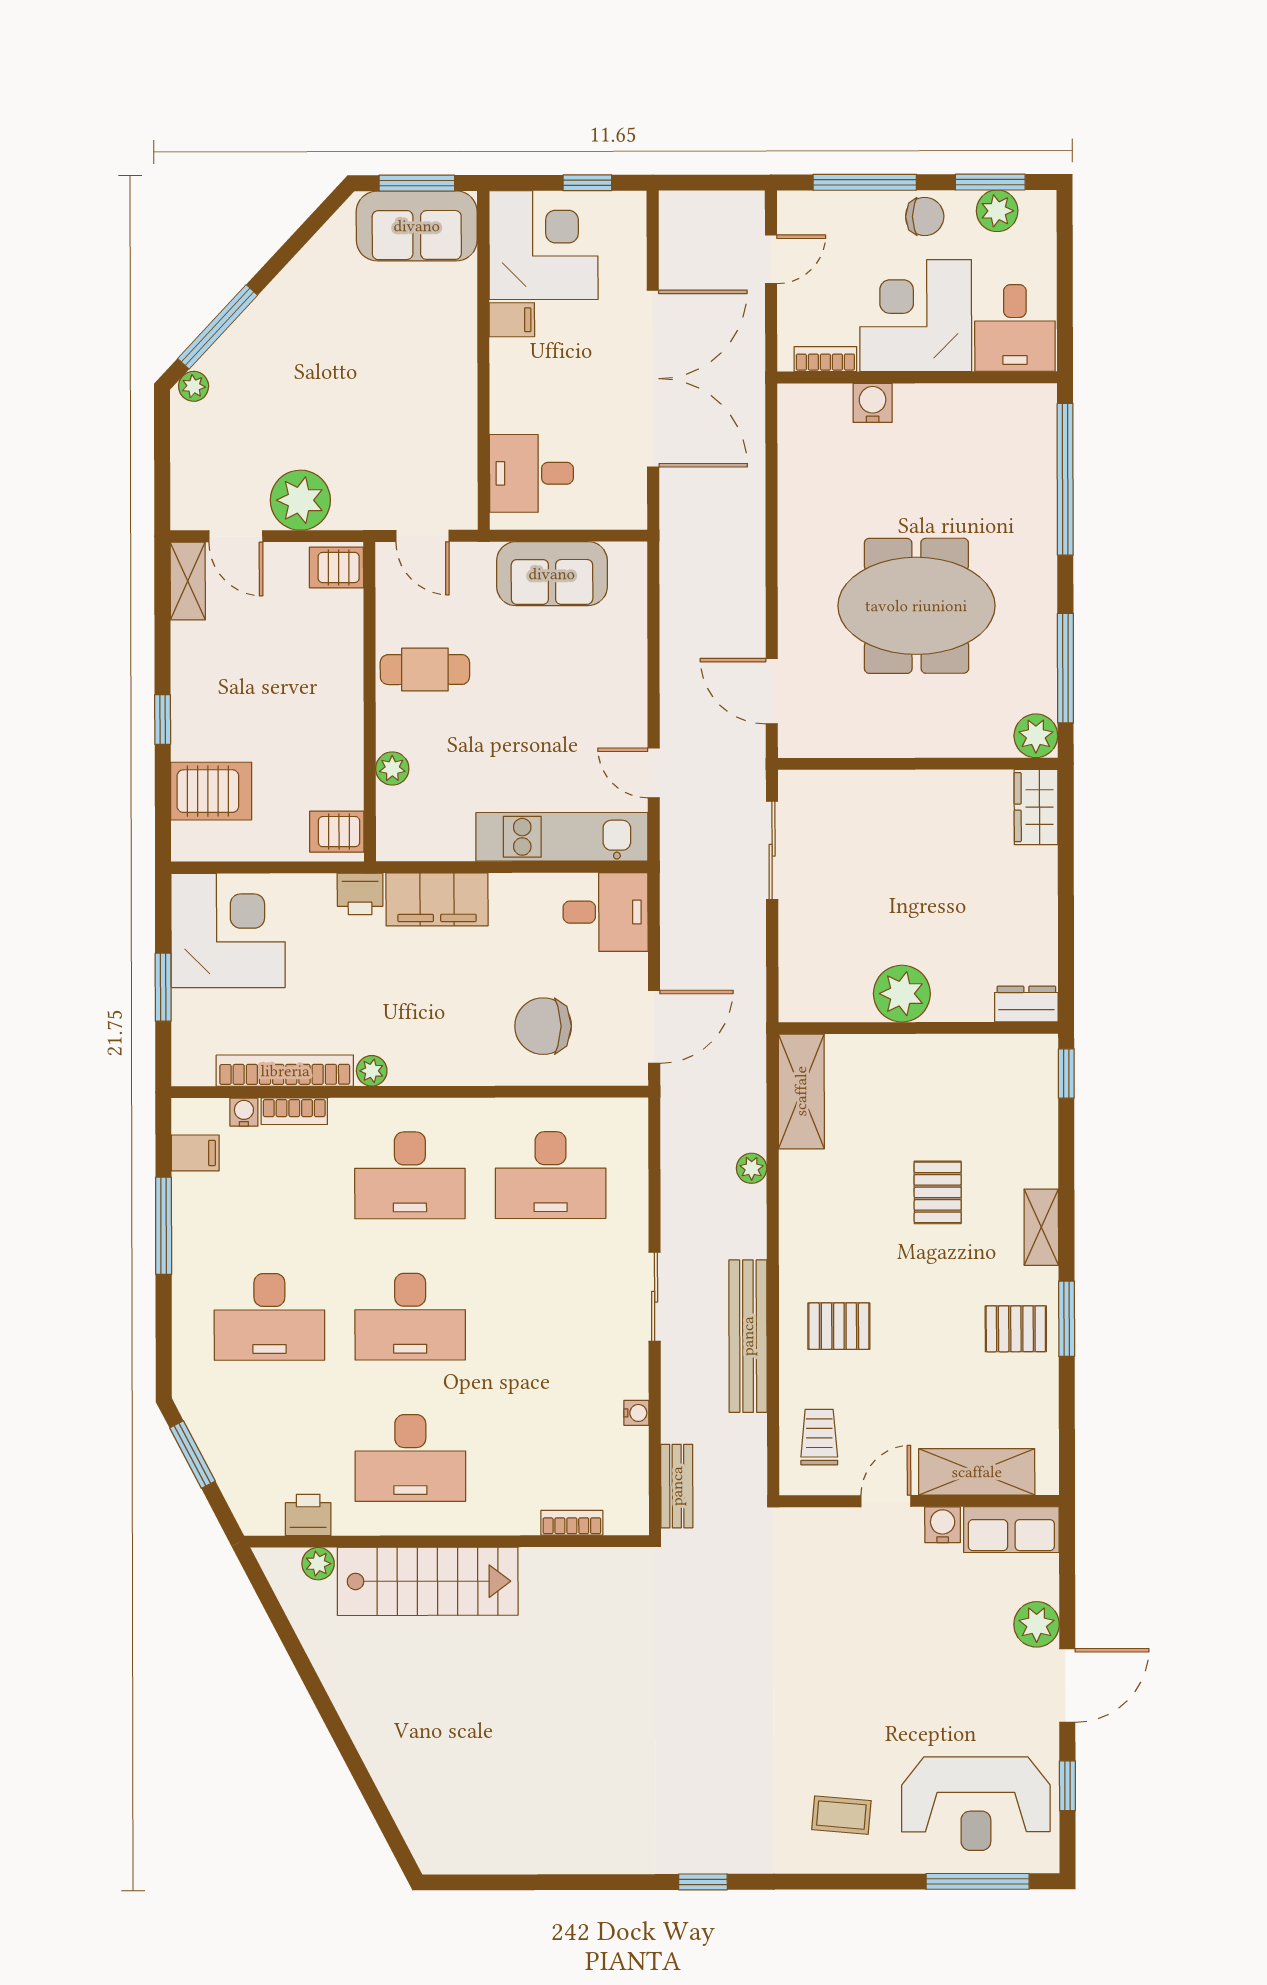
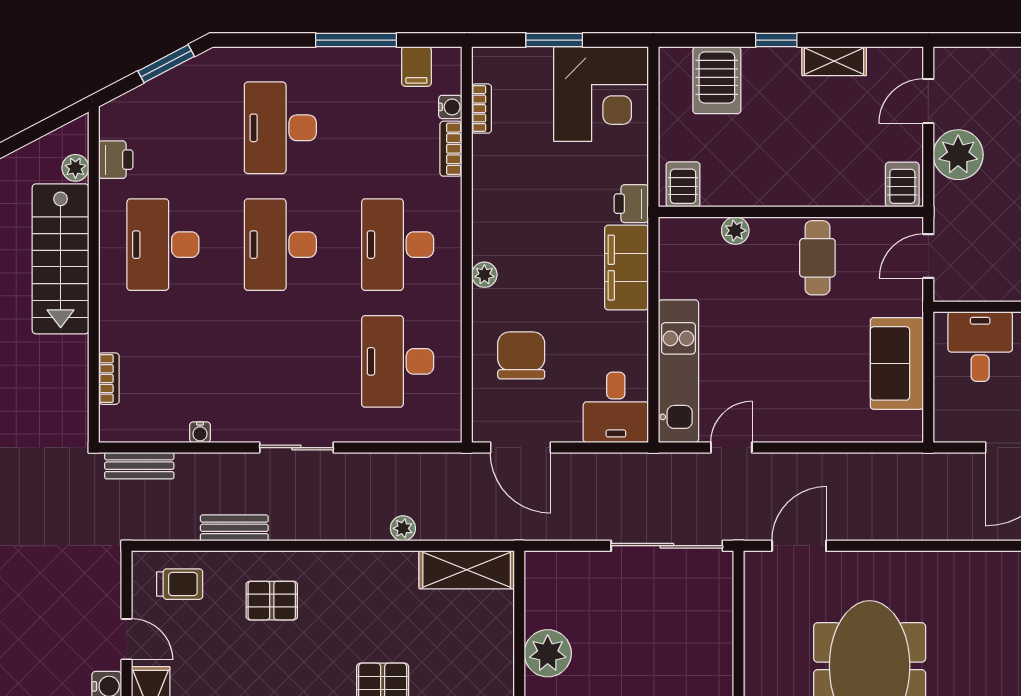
shelving: (188, 581) -> (834, 61), moved
sliding door: (772, 850) -> (667, 546), width x1.37
bookcase: (285, 1071) -> (482, 109), width x0.43, depth x0.76
plant: (372, 1071) -> (484, 275), moved
pallet: (839, 1326) -> (272, 601), turned 90
bench: (748, 1336) -> (234, 528), width x0.54, depth x0.82

